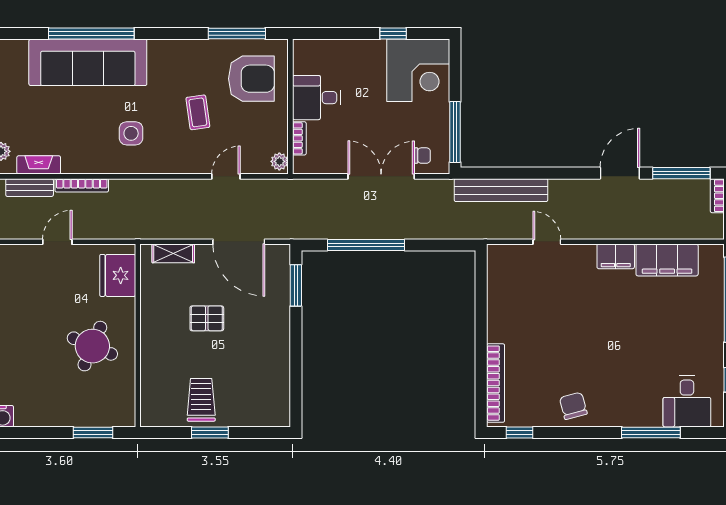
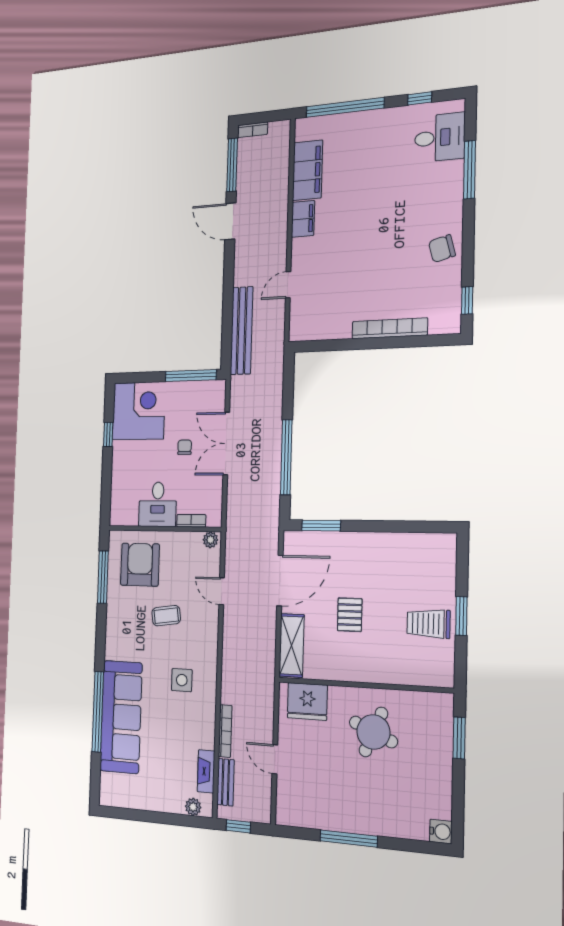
chair: (422, 156) -> (185, 447), moved
shelving: (173, 253) -> (292, 645), width x1.50, depth x1.33
bookcase: (496, 383) -> (390, 328), moved

